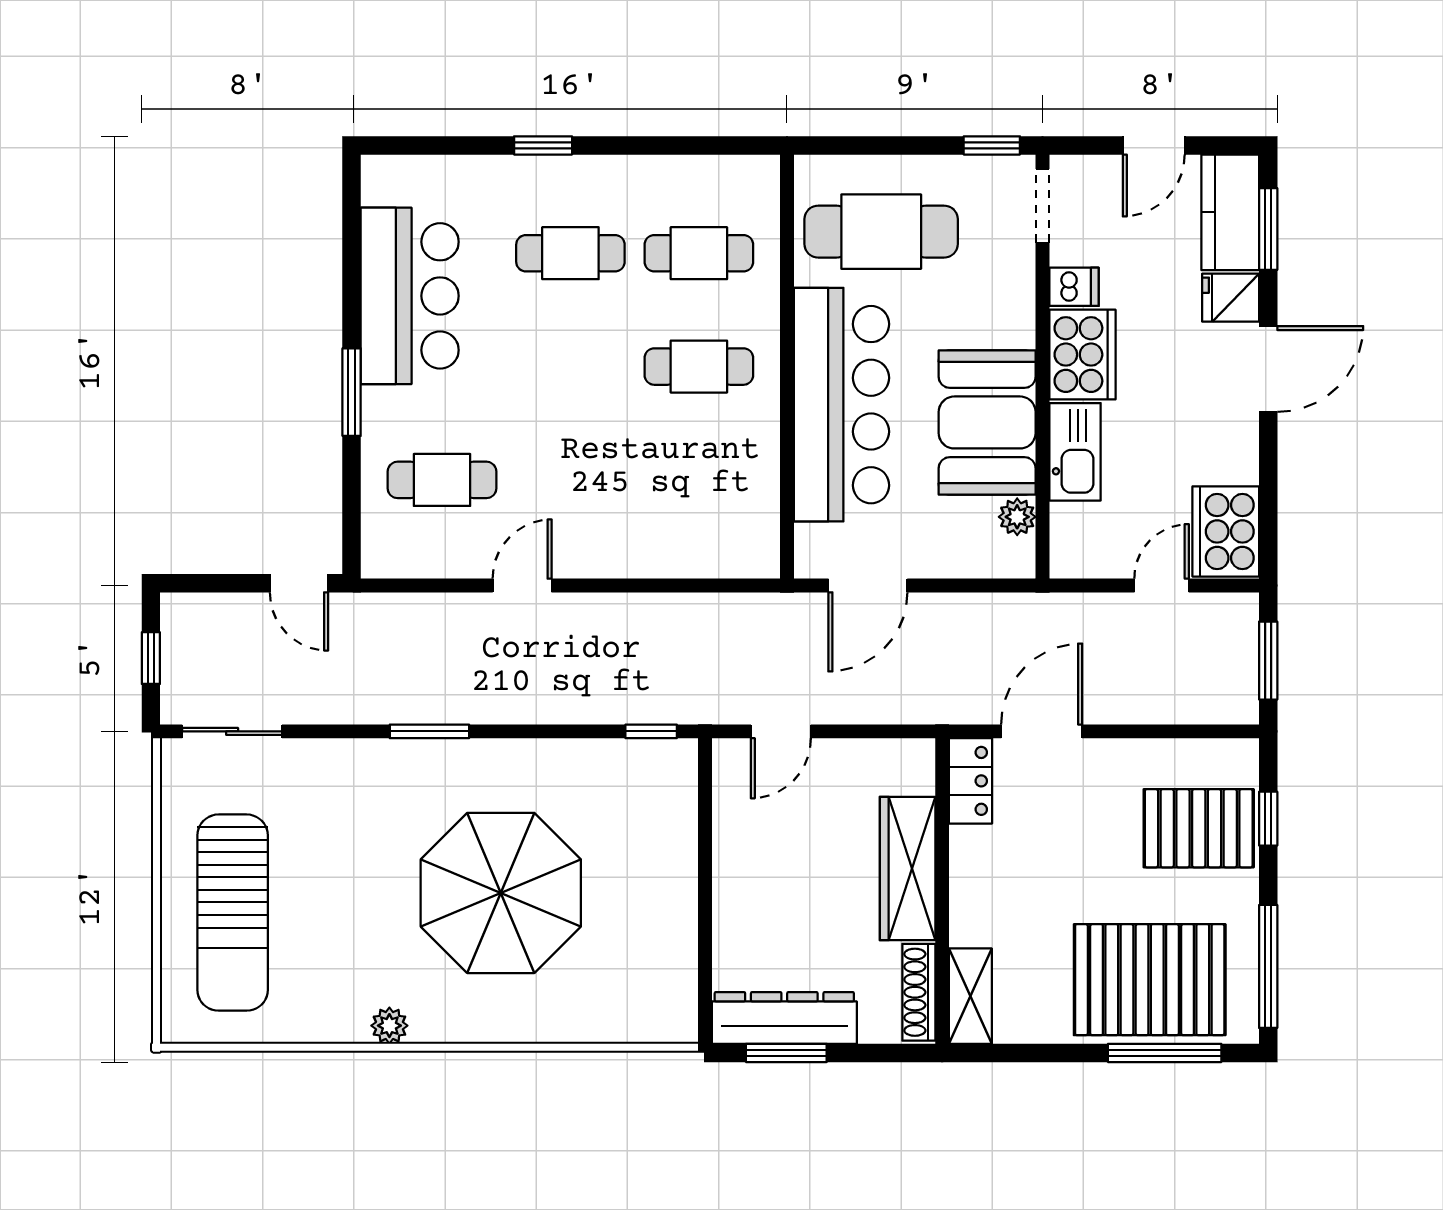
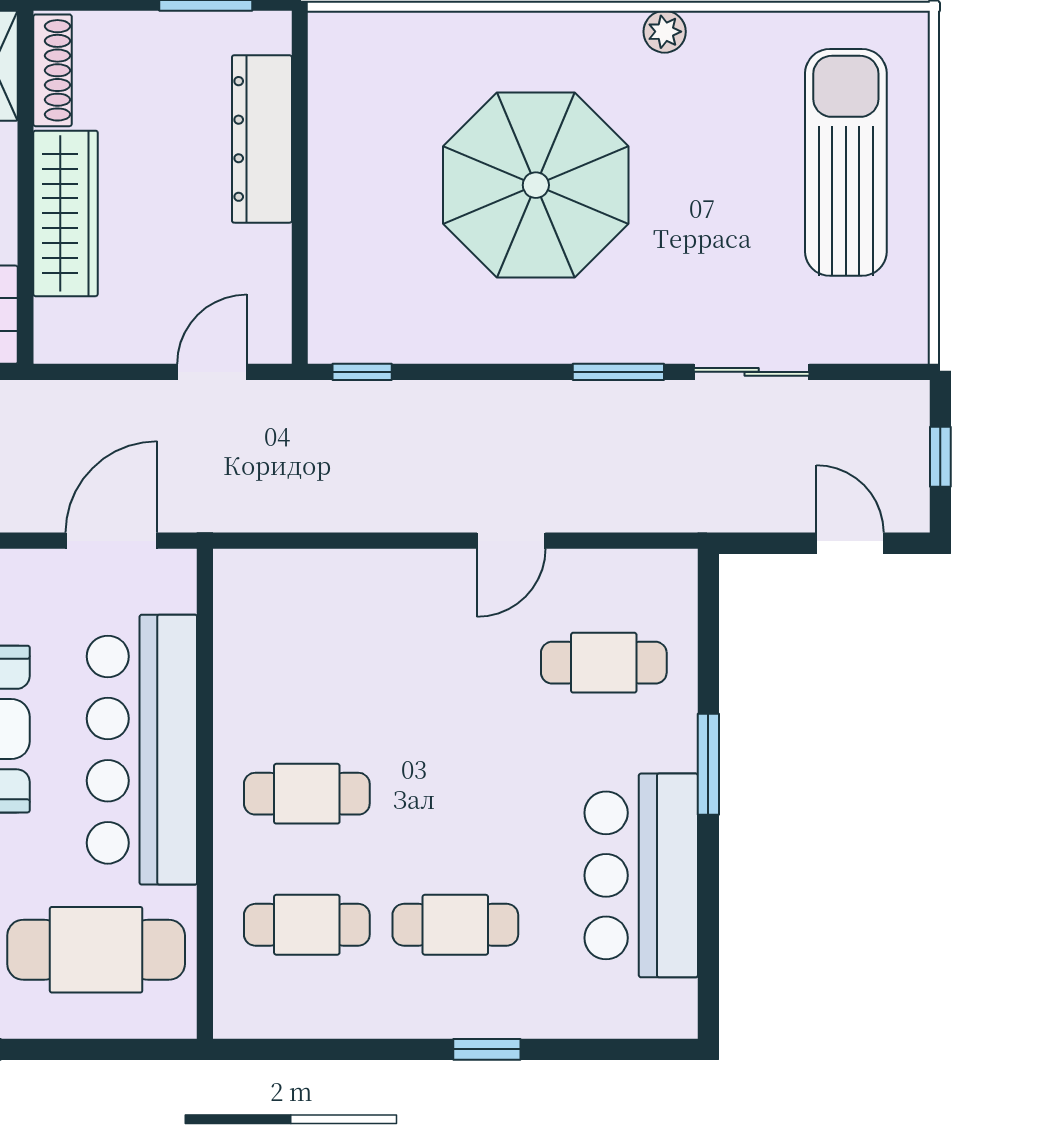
door: (299, 583) -> (850, 543), moved
sliding door: (232, 731) -> (752, 372), moved
dresser: (784, 1018) -> (262, 139), moved, turned 90

